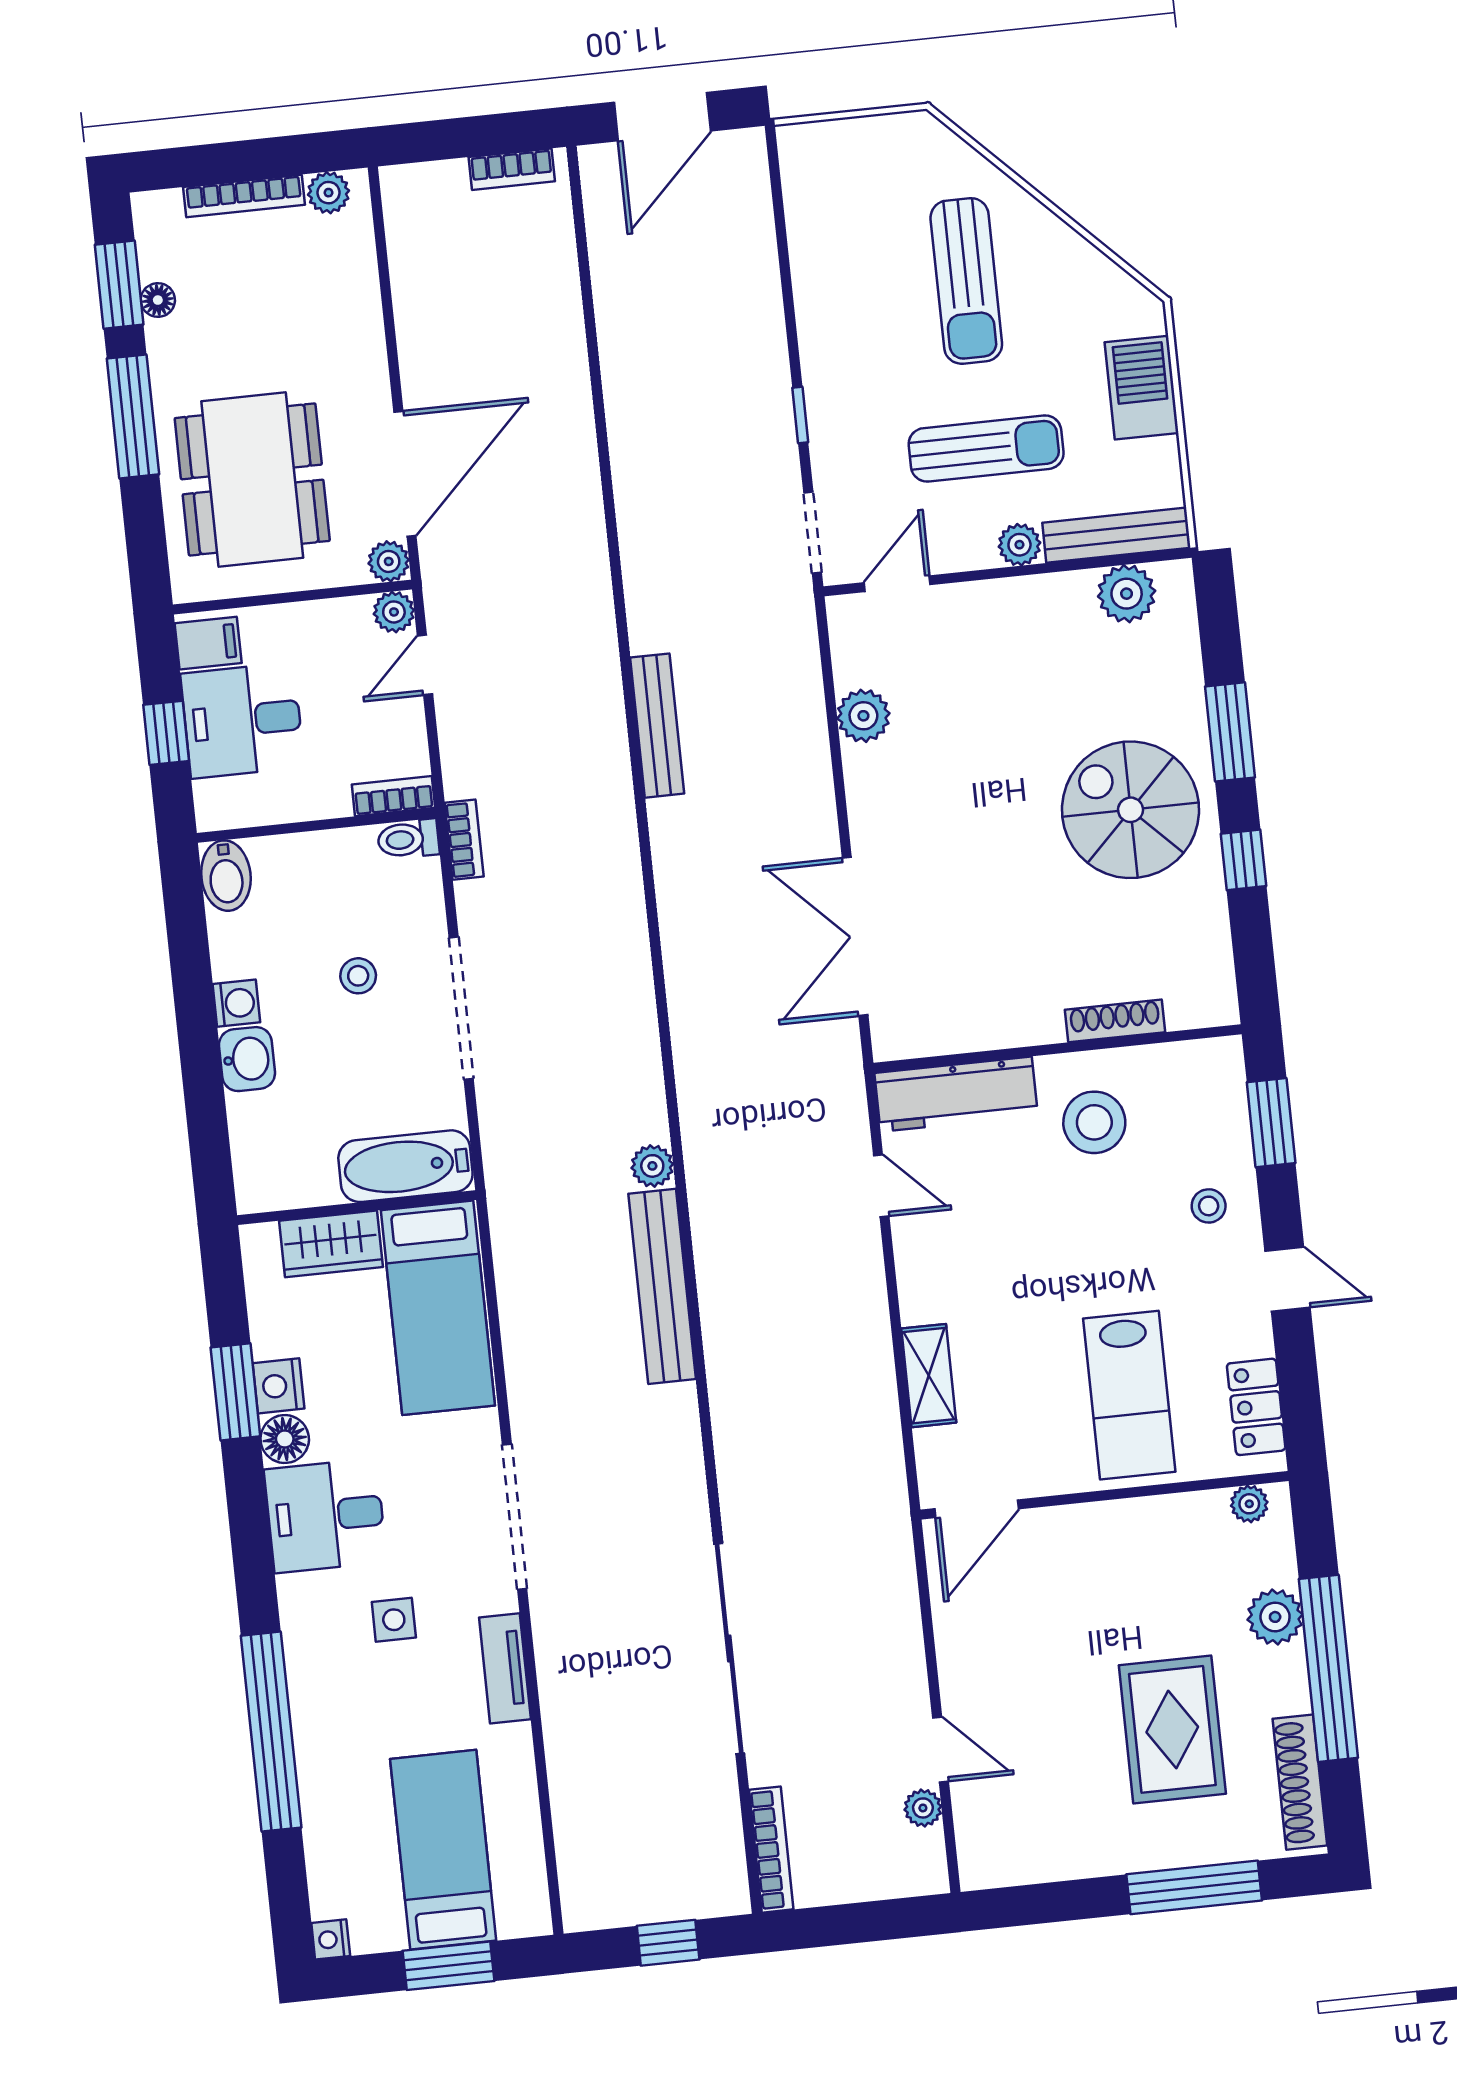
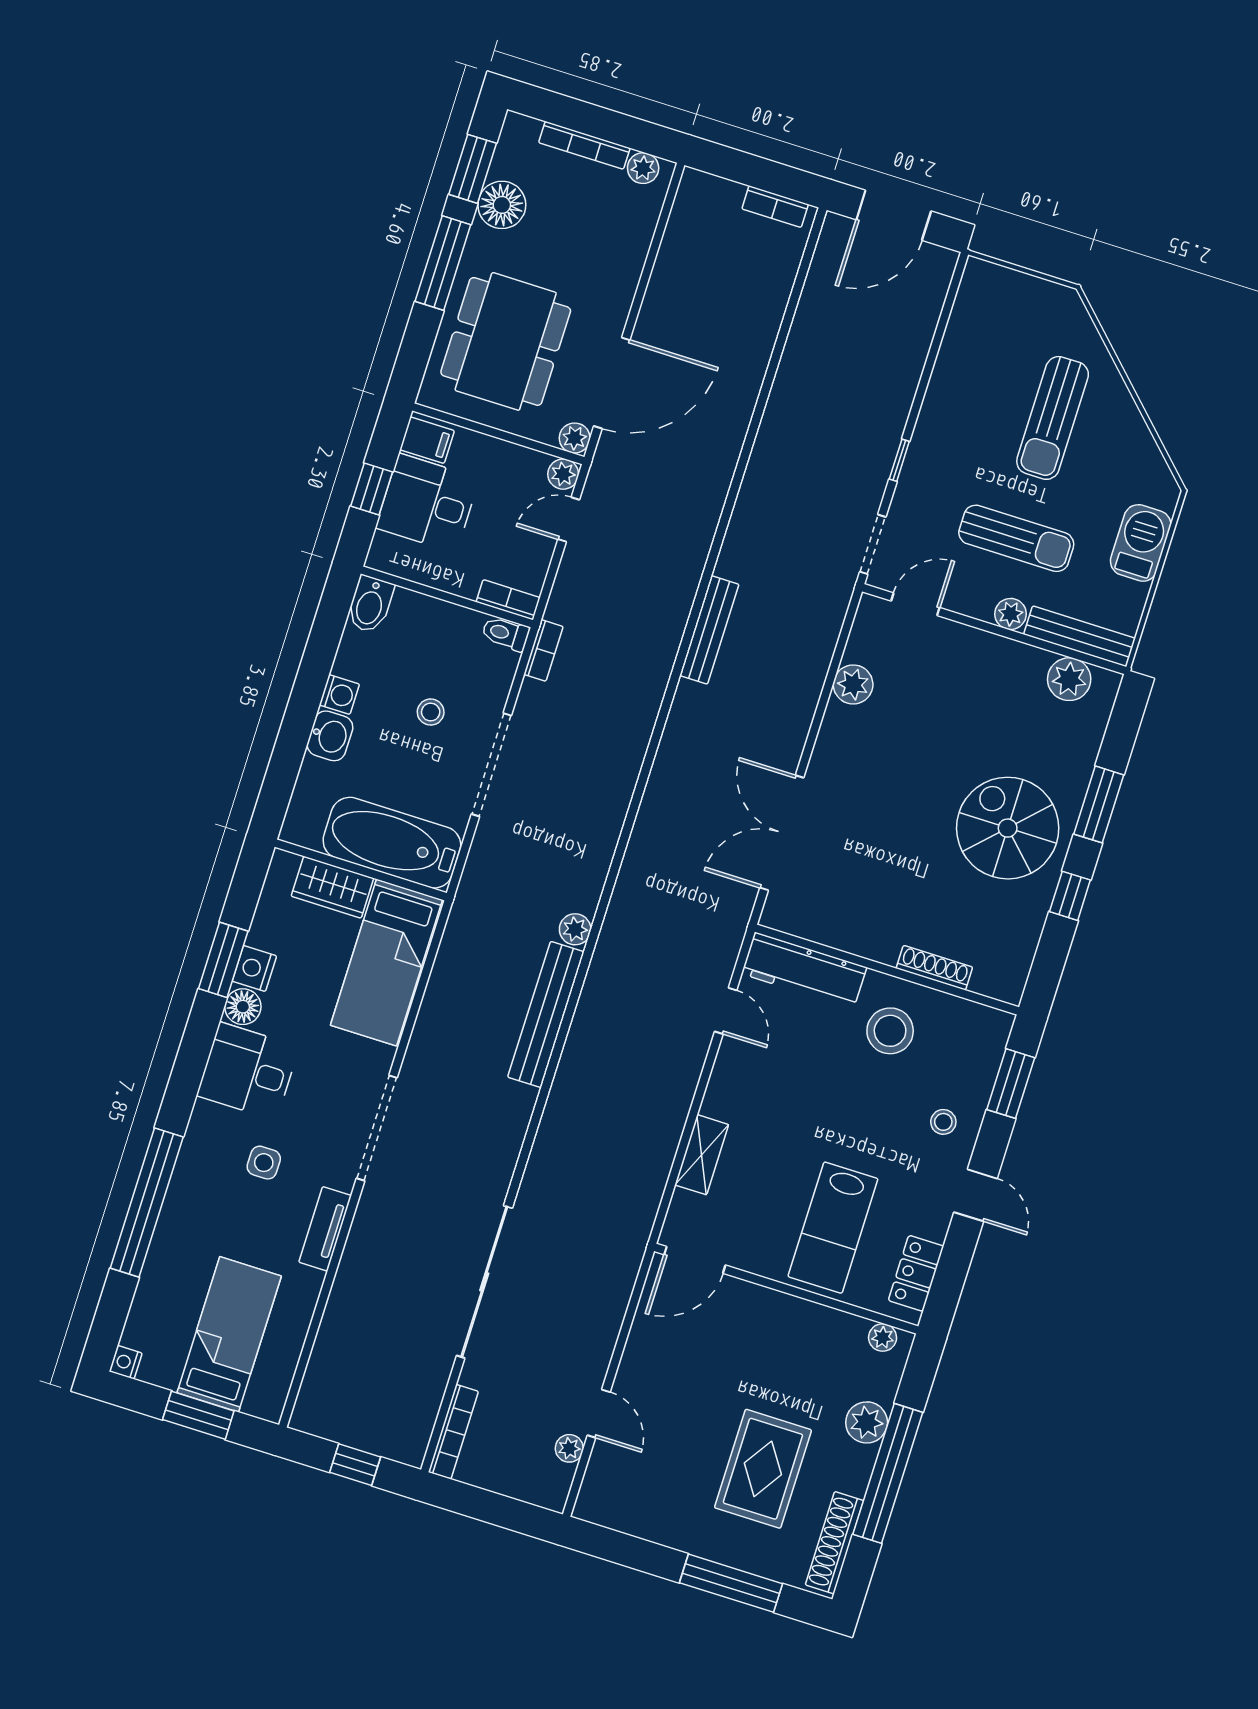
floor lamp: (158, 300) -> (502, 205), width x1.89, depth x1.89
bathtub: (405, 1166) -> (392, 843), width x1.36, depth x1.36

